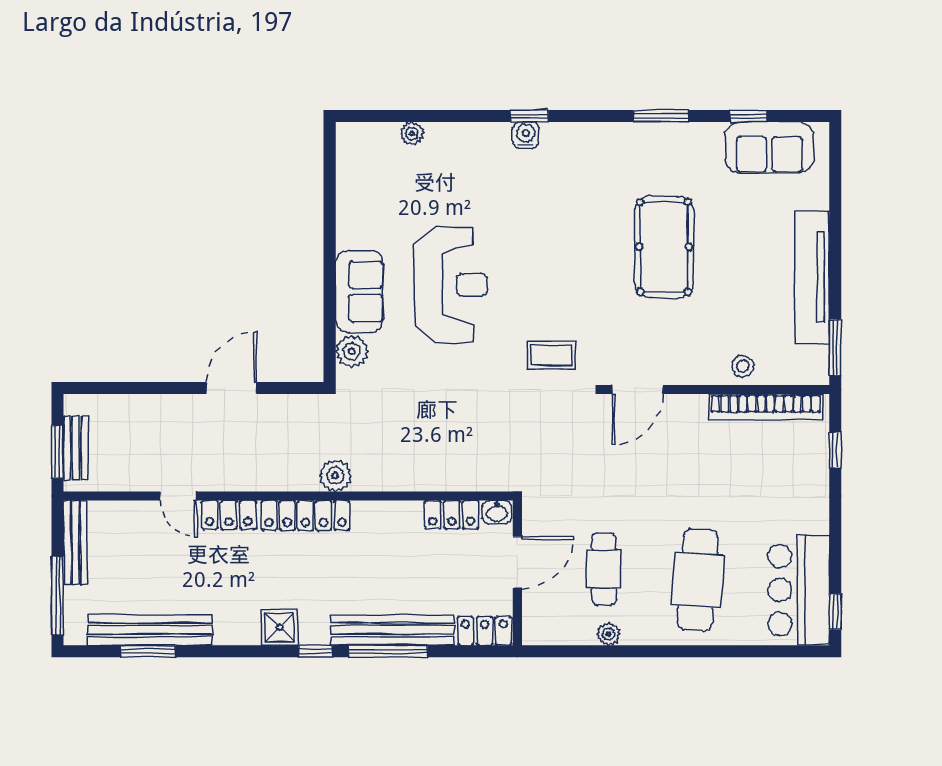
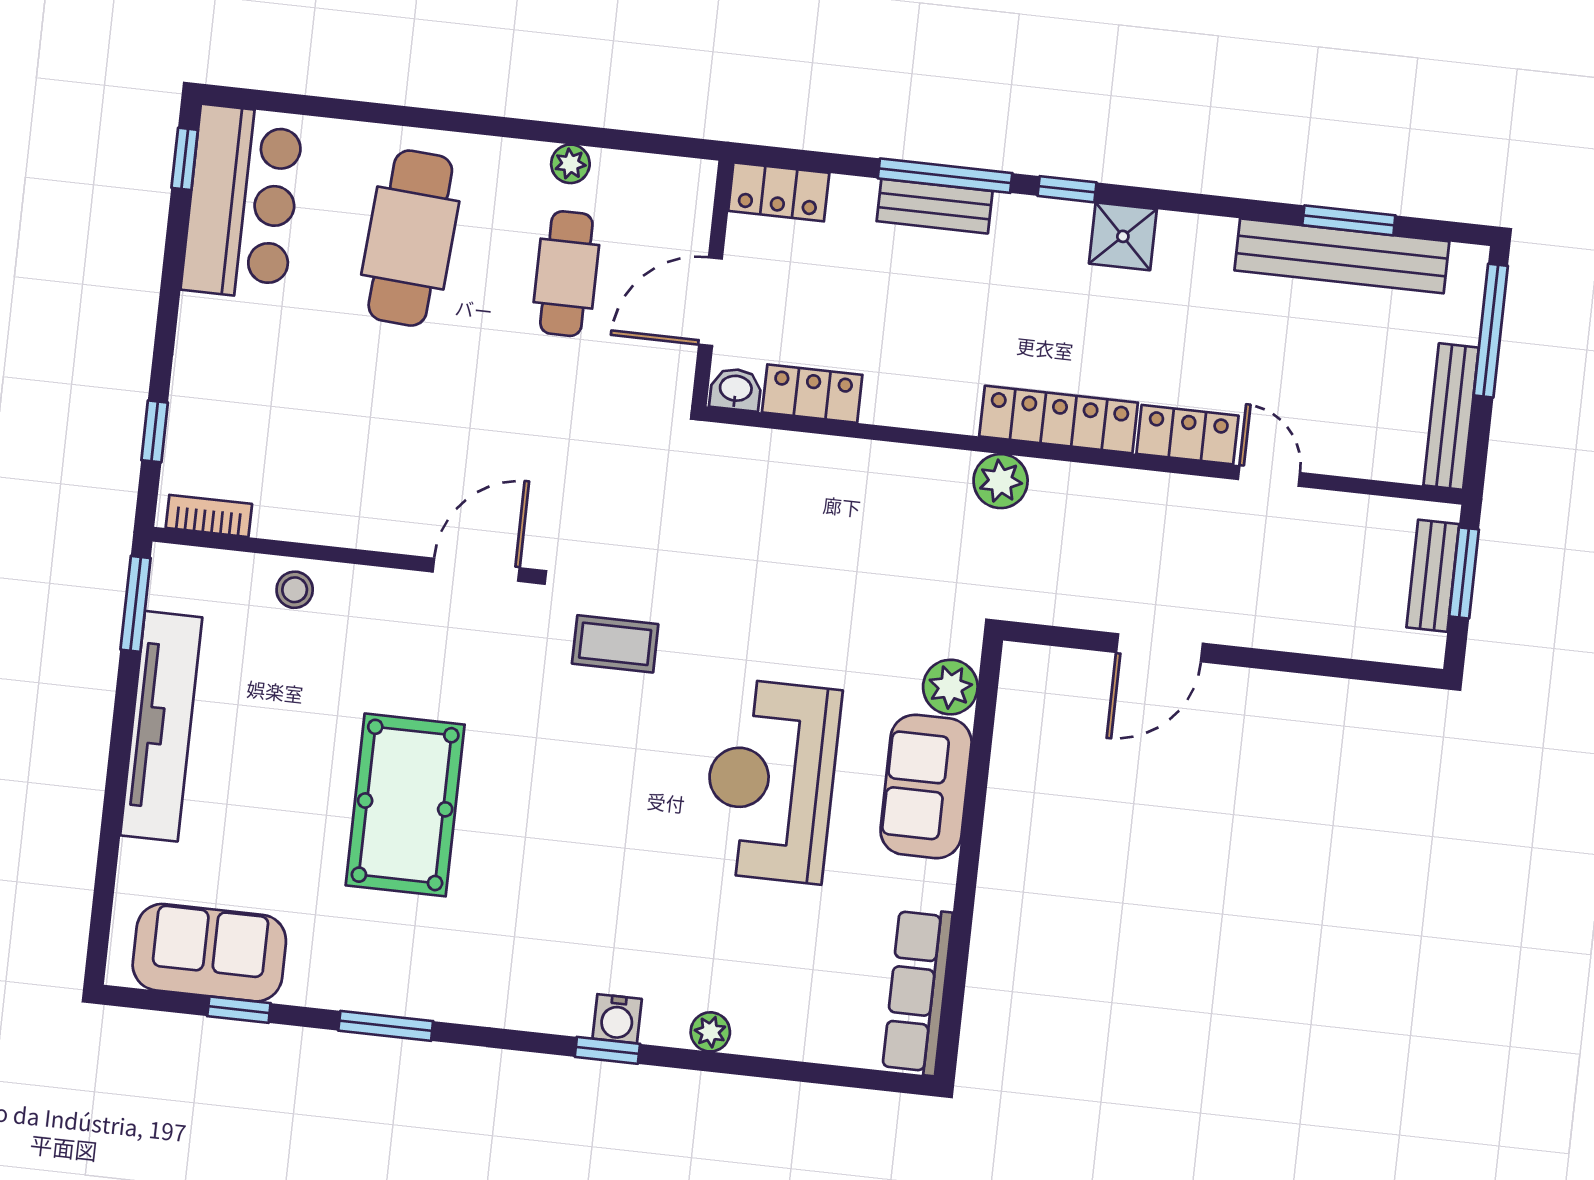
plant: (412, 133) -> (710, 1032), moved
row of seats: (351, 171) -> (917, 992), added
bookcase: (766, 407) -> (209, 516), width x0.43, depth x0.76
bench: (392, 630) -> (935, 206), width x0.54, depth x0.82

